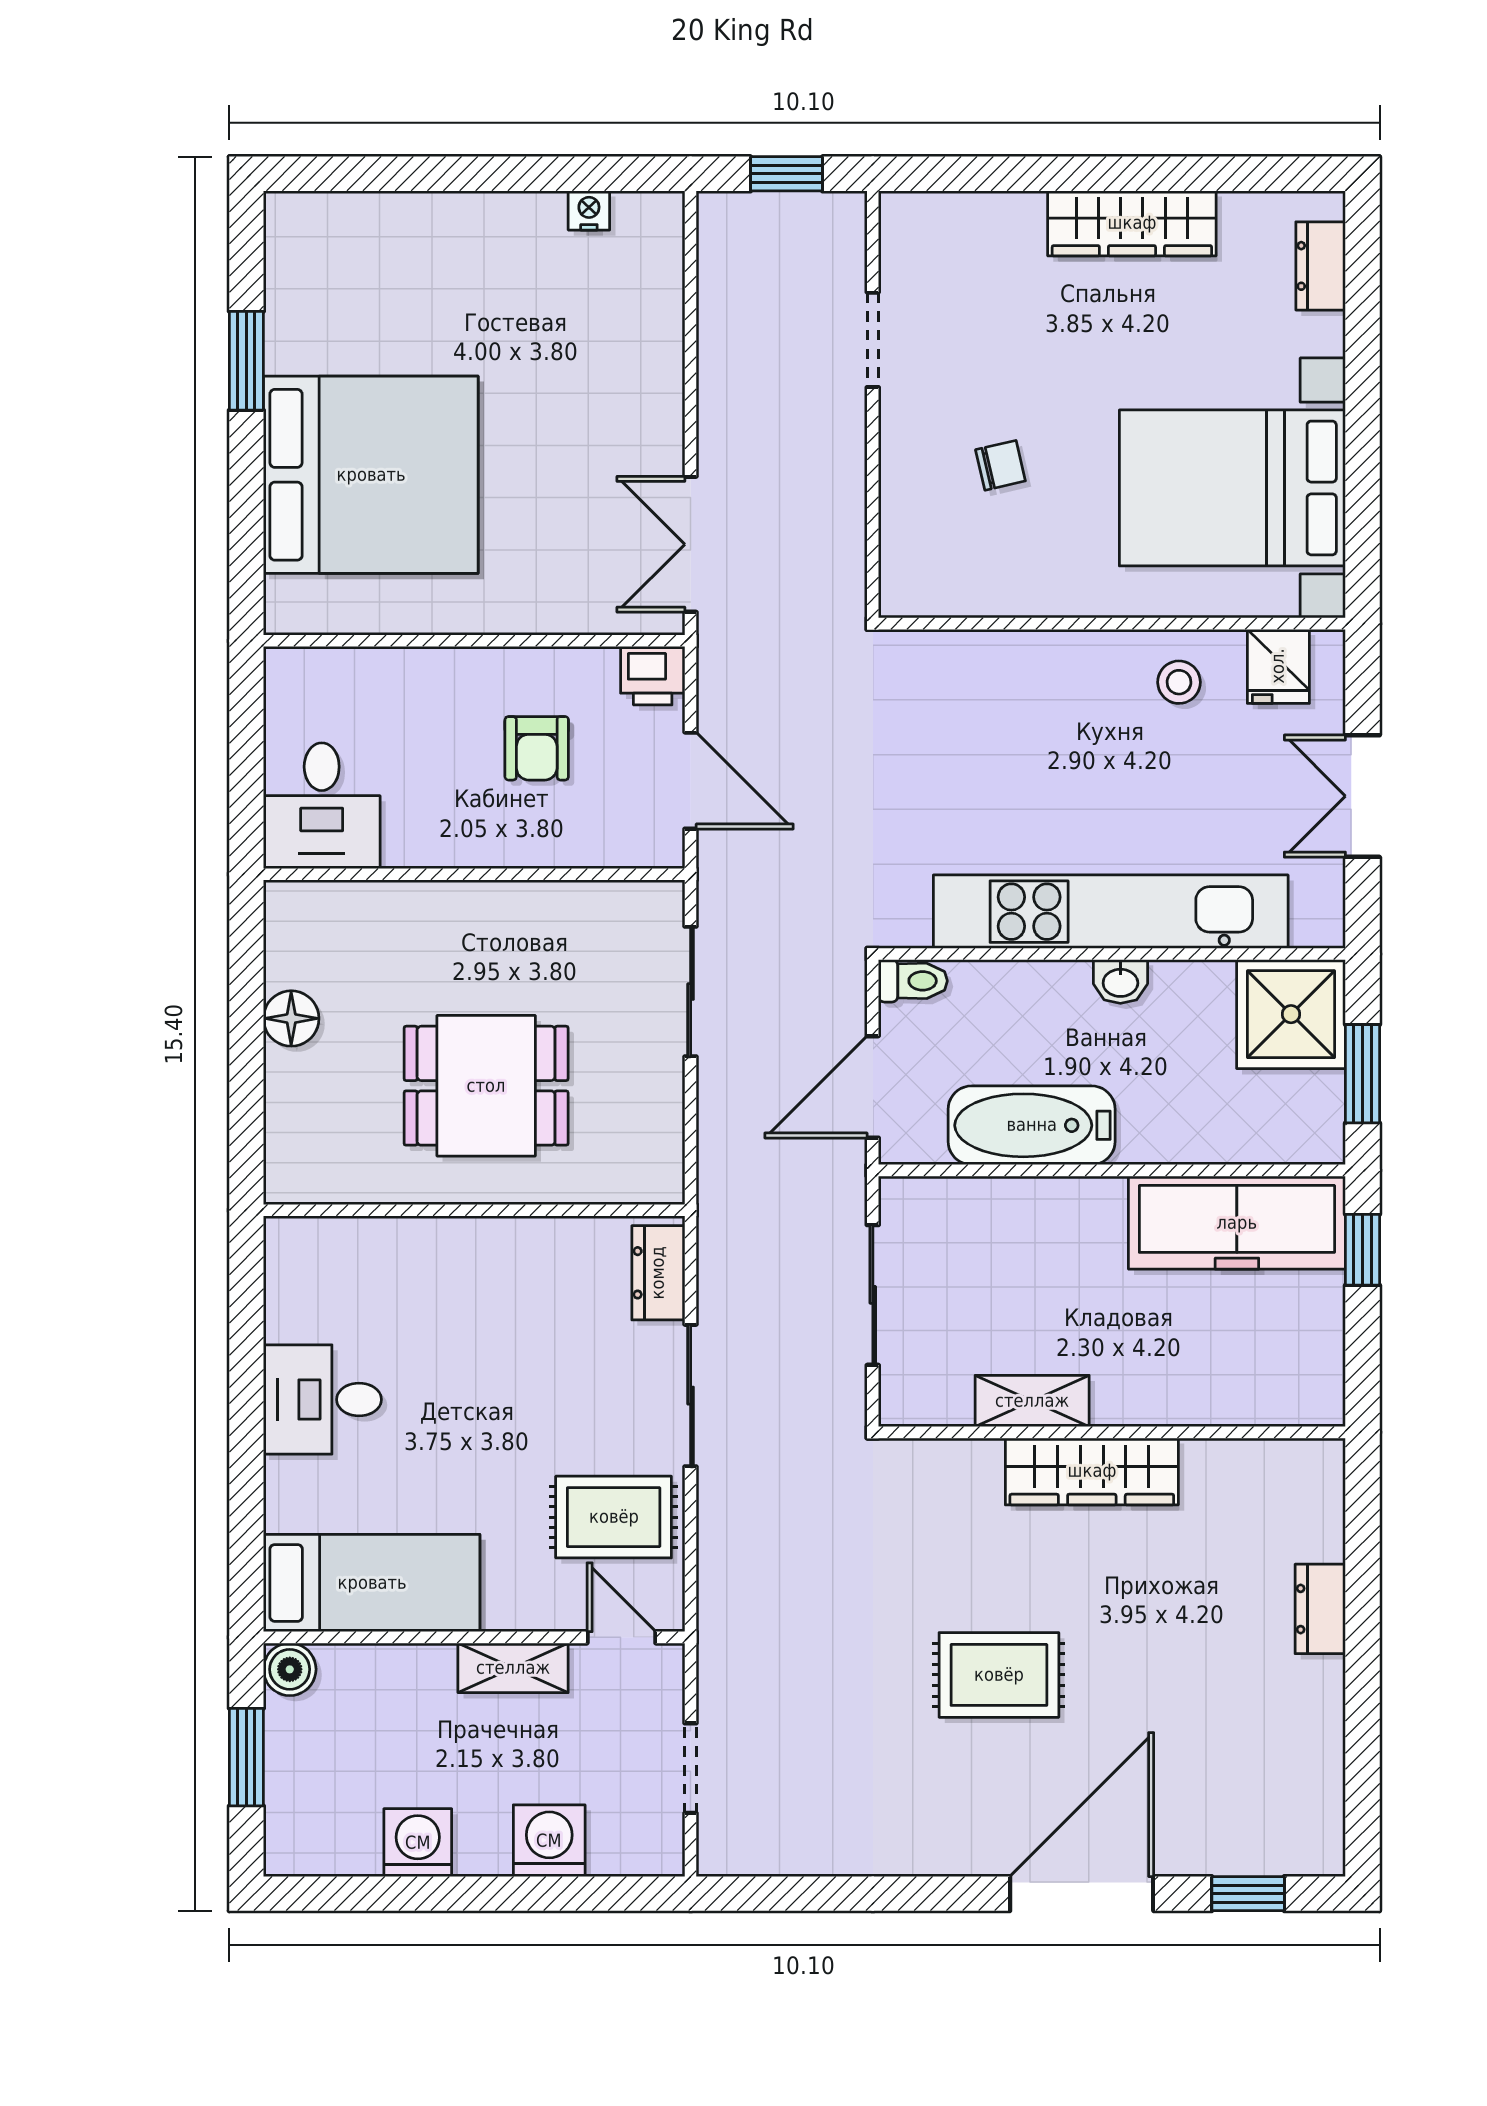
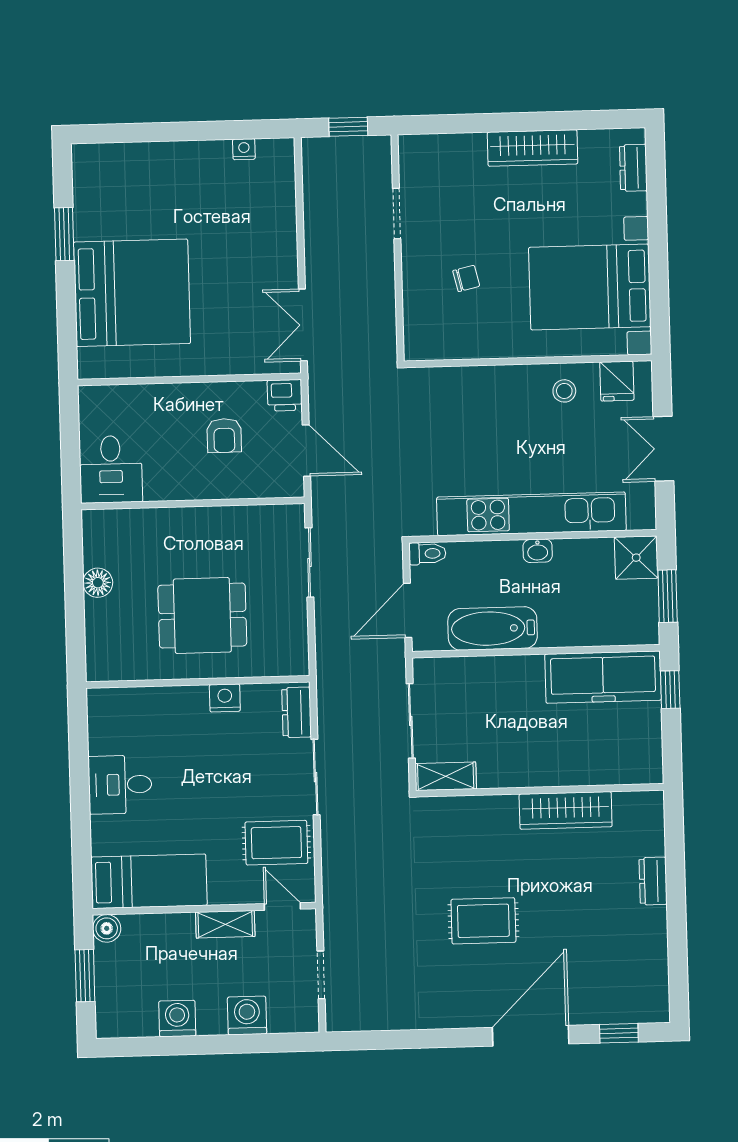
shower: (1291, 1014) -> (636, 558), width x0.73, depth x0.73
nightstand: (524, 1242) -> (225, 698), added
shelving: (1032, 1401) -> (446, 776), moved
wardrobe: (1092, 1471) -> (566, 810), moved

